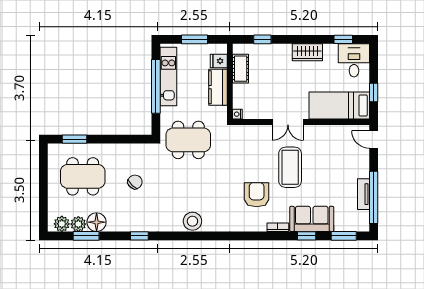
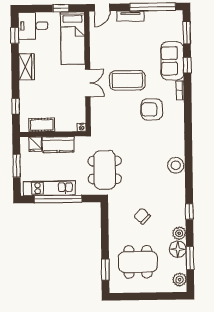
dining table: (83, 176) -> (138, 262), turned 90
tv unit: (364, 194) -> (130, 16), moved
plant: (78, 224) -> (179, 233), moved

